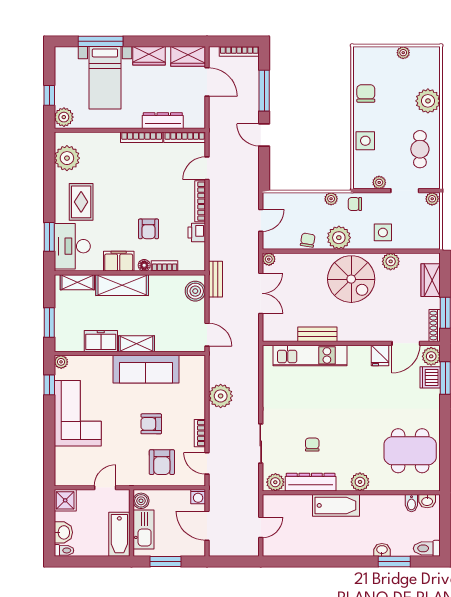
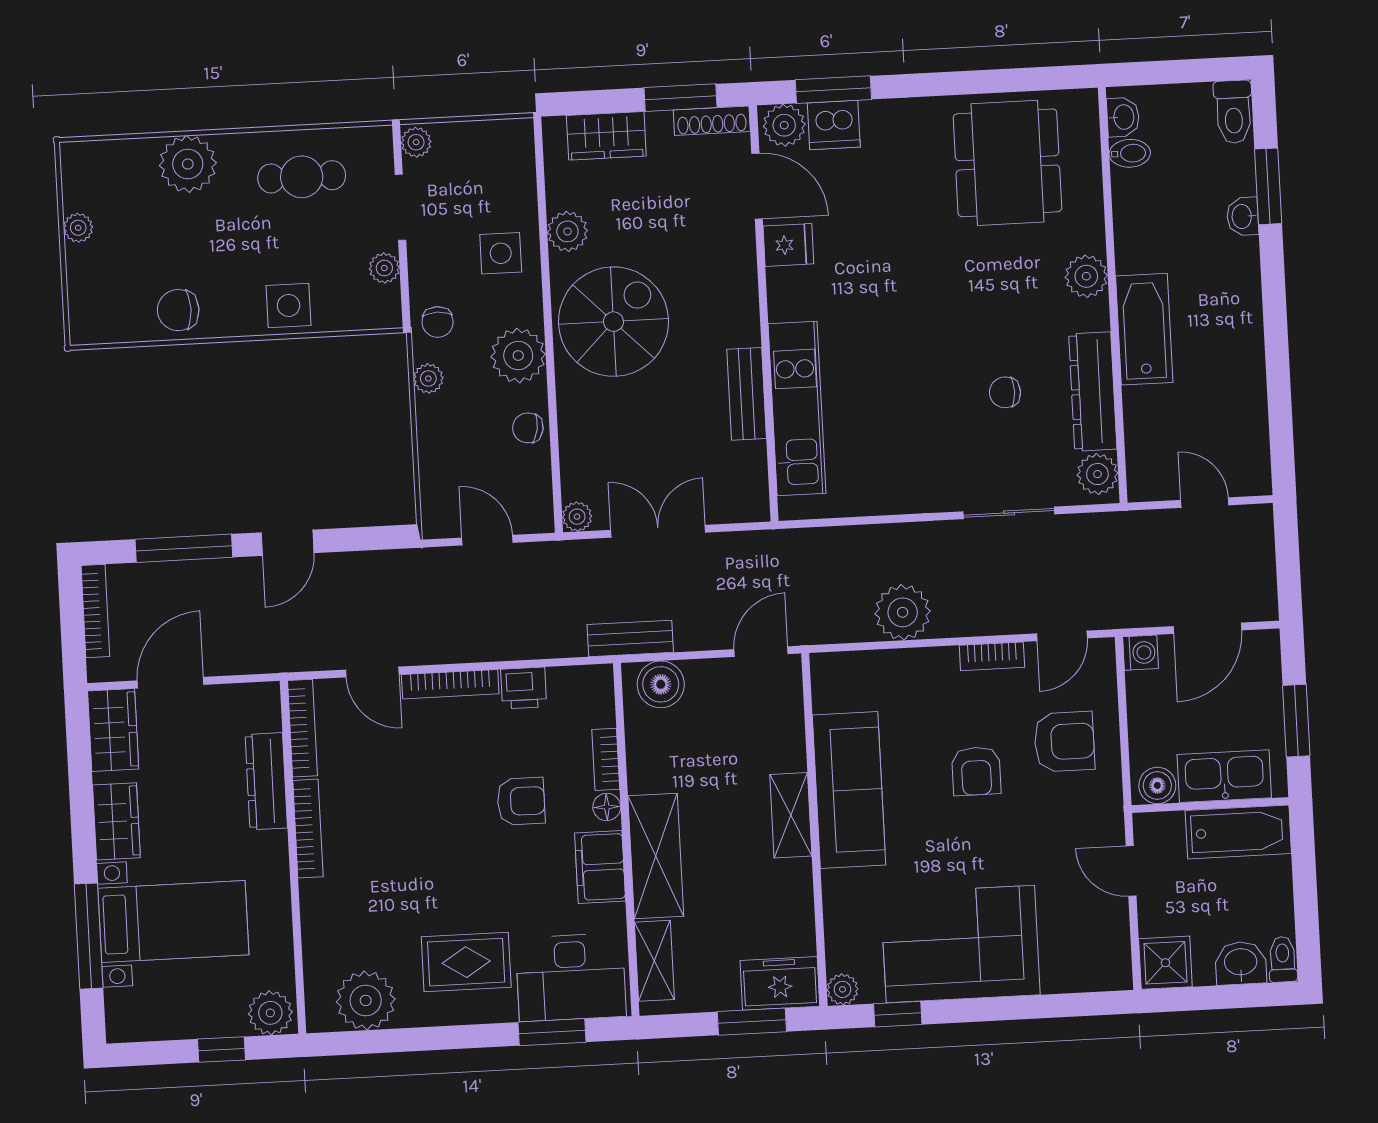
freezer: (101, 341) -> (780, 983), moved, turned 90

